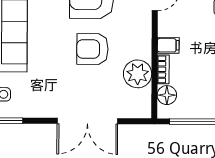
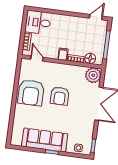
plant: (138, 74) -> (93, 75), moved

